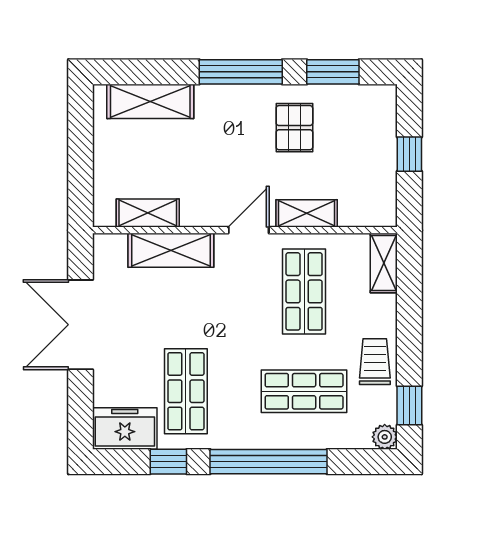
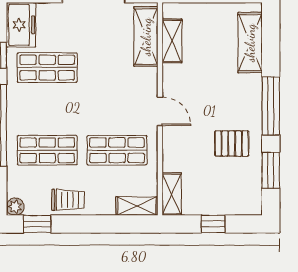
shelving: (307, 213) -> (172, 194), moved
shelving: (171, 250) -> (146, 37), moved
shop shelf: (304, 391) -> (47, 150), turned 90

